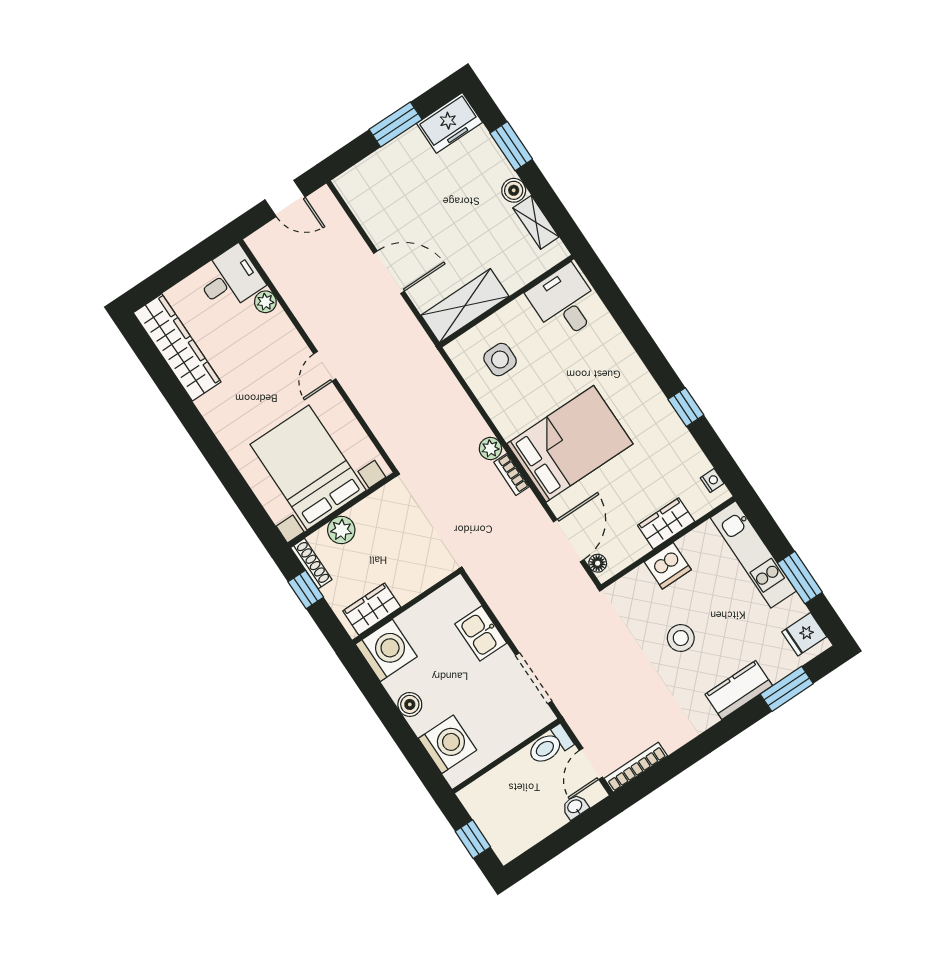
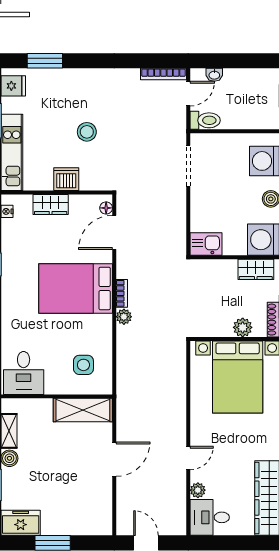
door: (389, 272) -> (114, 459), swing flipped
door: (325, 366) -> (188, 458), moved
kitchen sink: (481, 633) -> (206, 244), moved, turned -90
kitchen counter: (739, 690) -> (73, 79), removed

